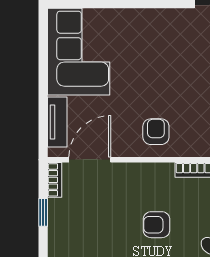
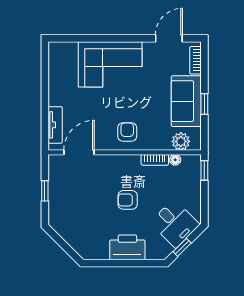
corner sofa: (79, 52) -> (110, 64), moved, turned 90
bookcase: (55, 180) -> (53, 167), removed

